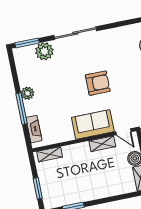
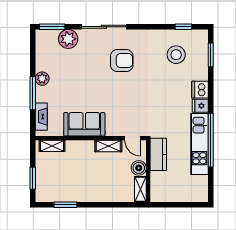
armchair: (98, 83) -> (122, 61), moved
sofa: (93, 124) -> (84, 124), moved

